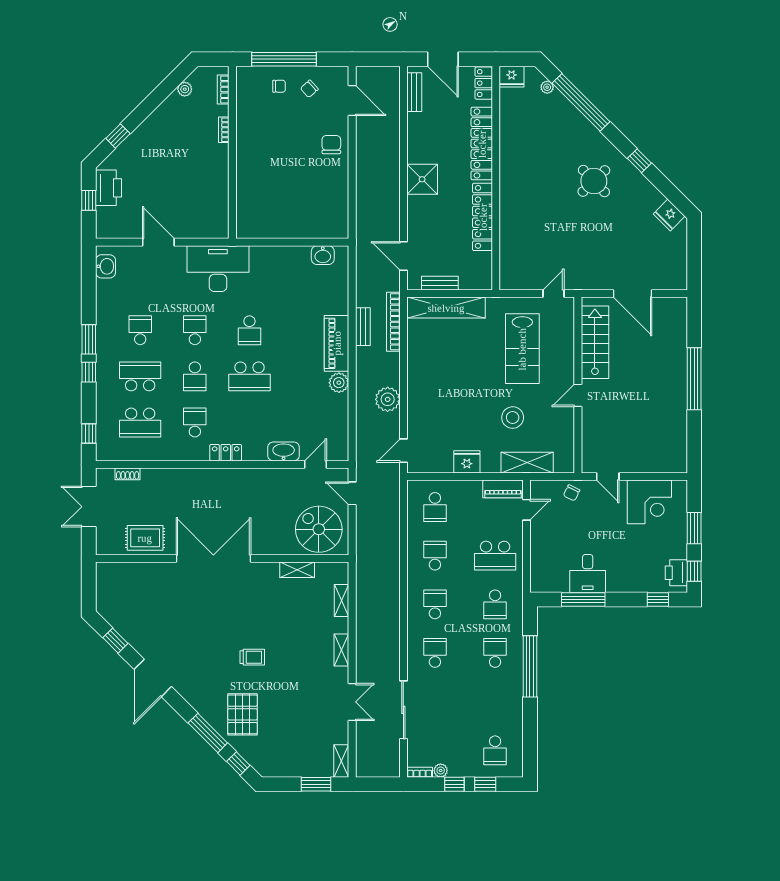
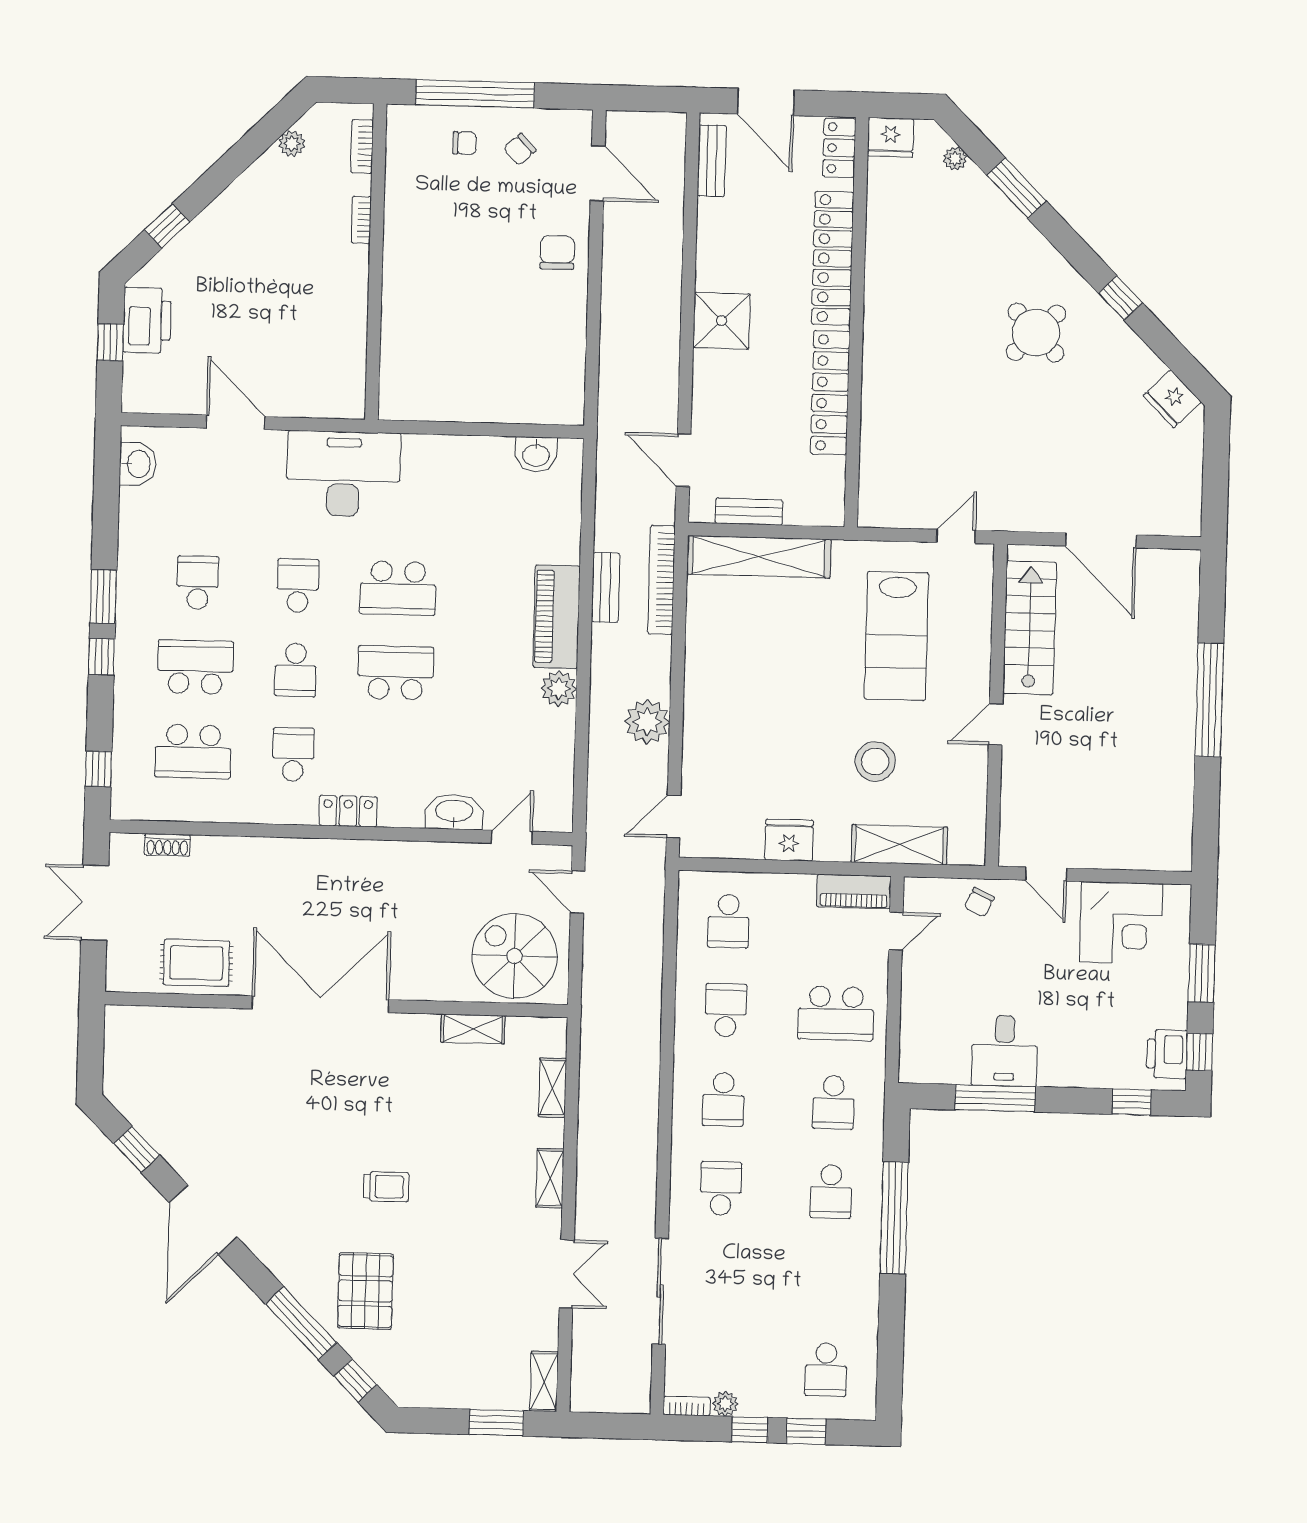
window: (581, 102) -> (1016, 188), width x0.47
school desk: (249, 330) -> (398, 588), width x1.85
school desk: (249, 376) -> (396, 673), turned 180
school desk: (435, 604) -> (723, 1099), turned 180
school desk: (495, 653) -> (831, 1191), turned 180

